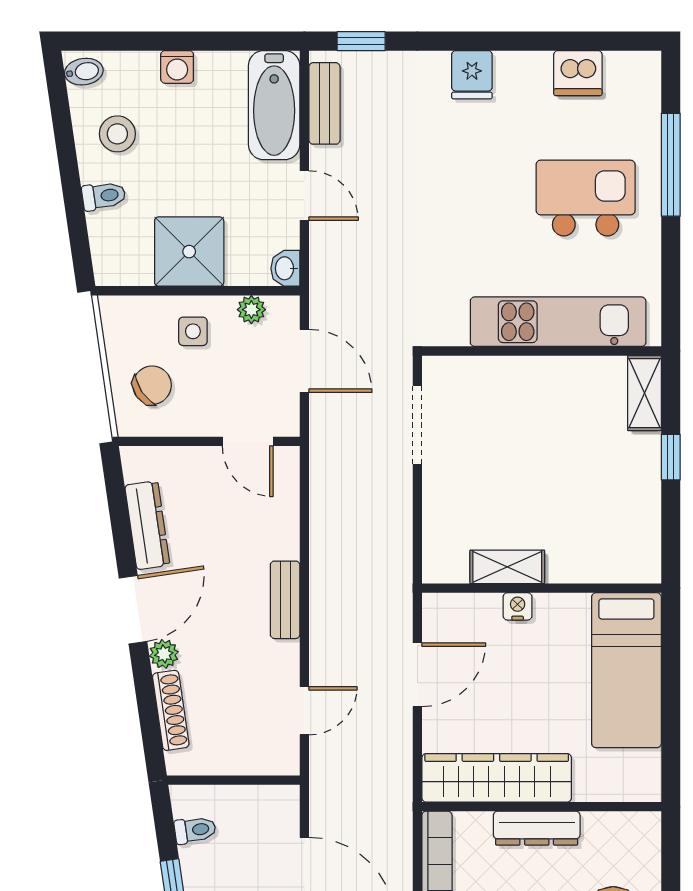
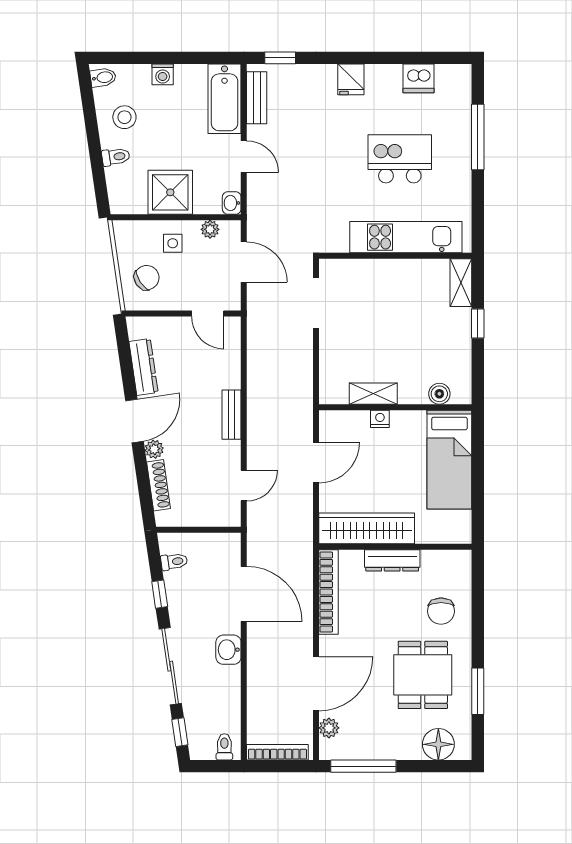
kitchen island: (586, 198) -> (400, 159), moved
boiler: (611, 567) -> (439, 394), added

